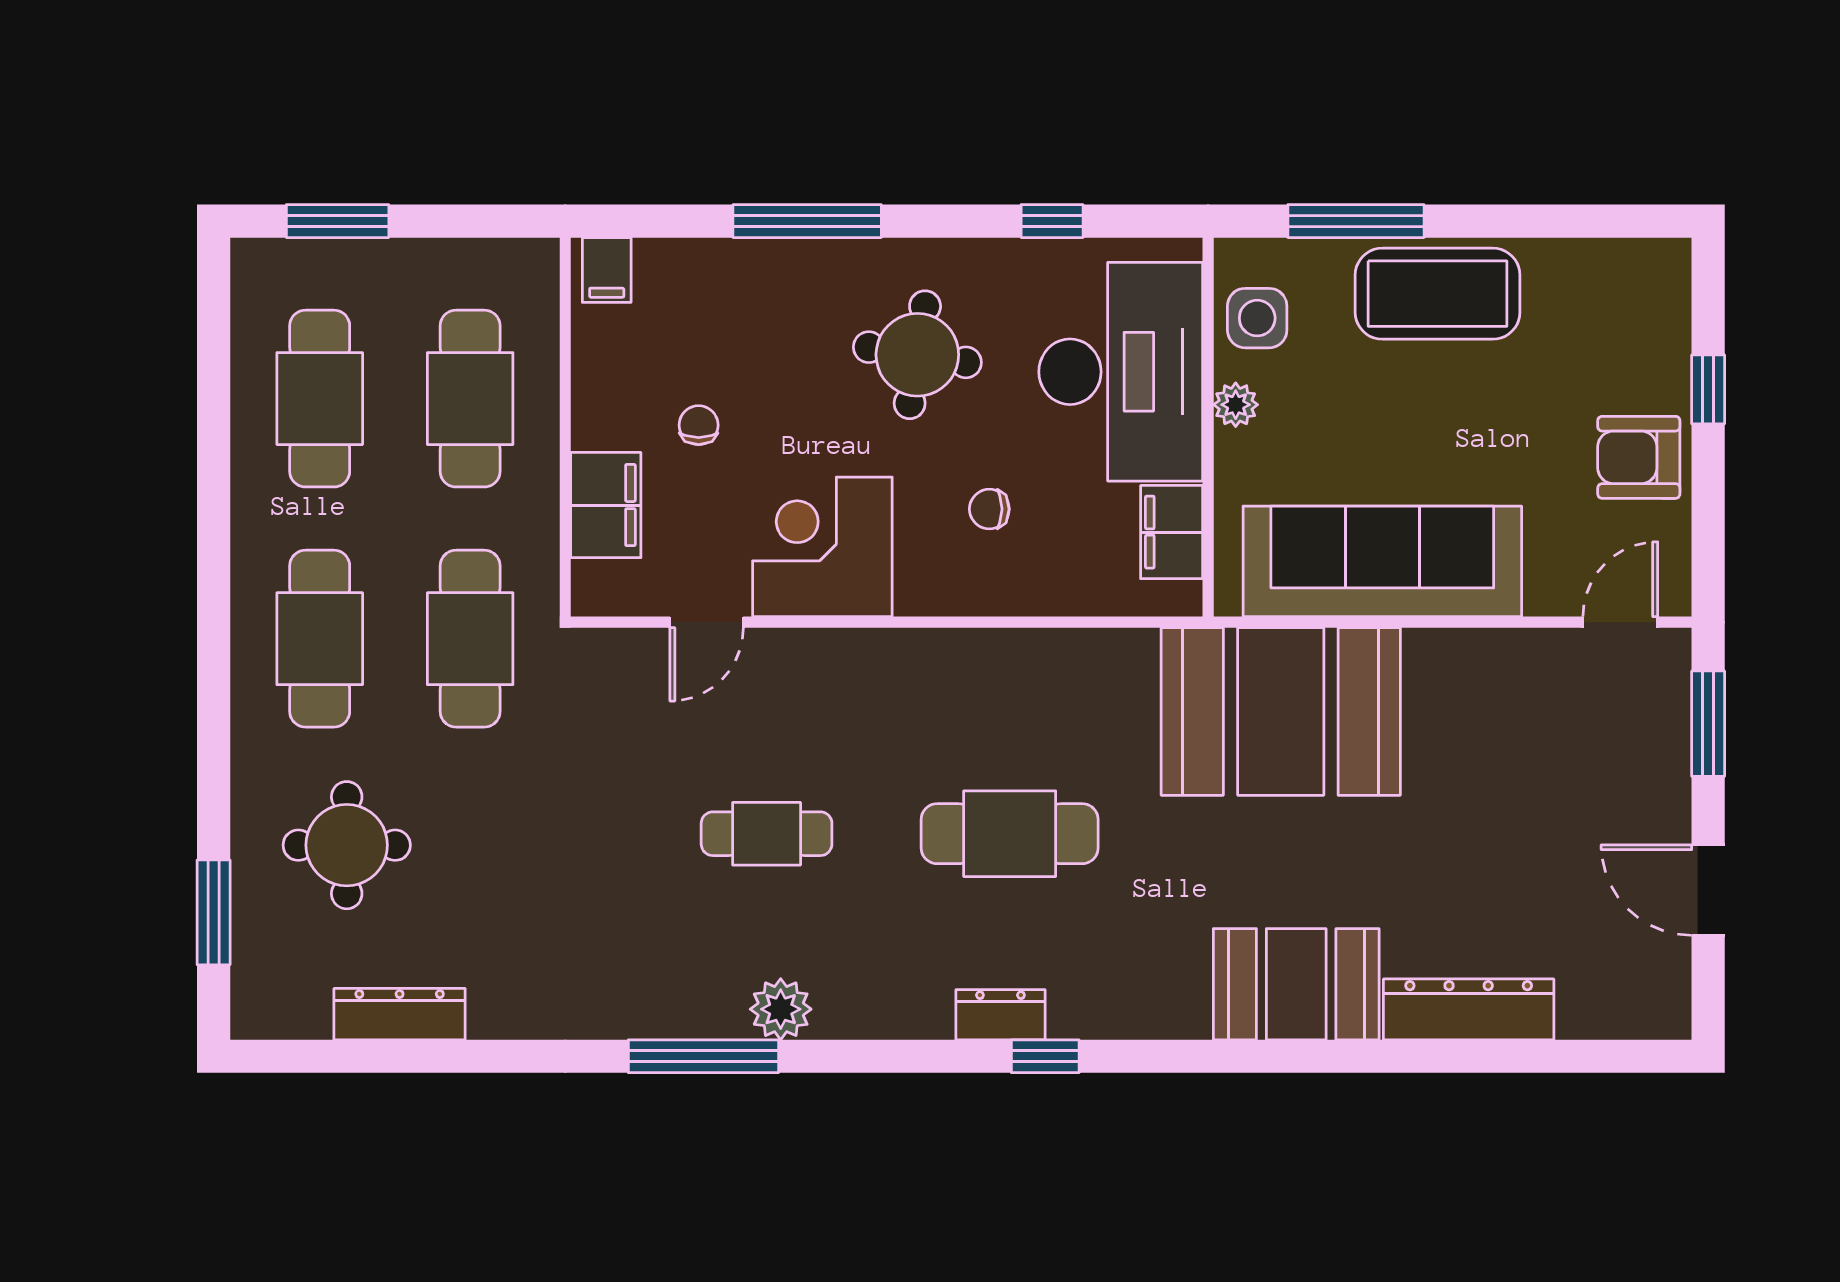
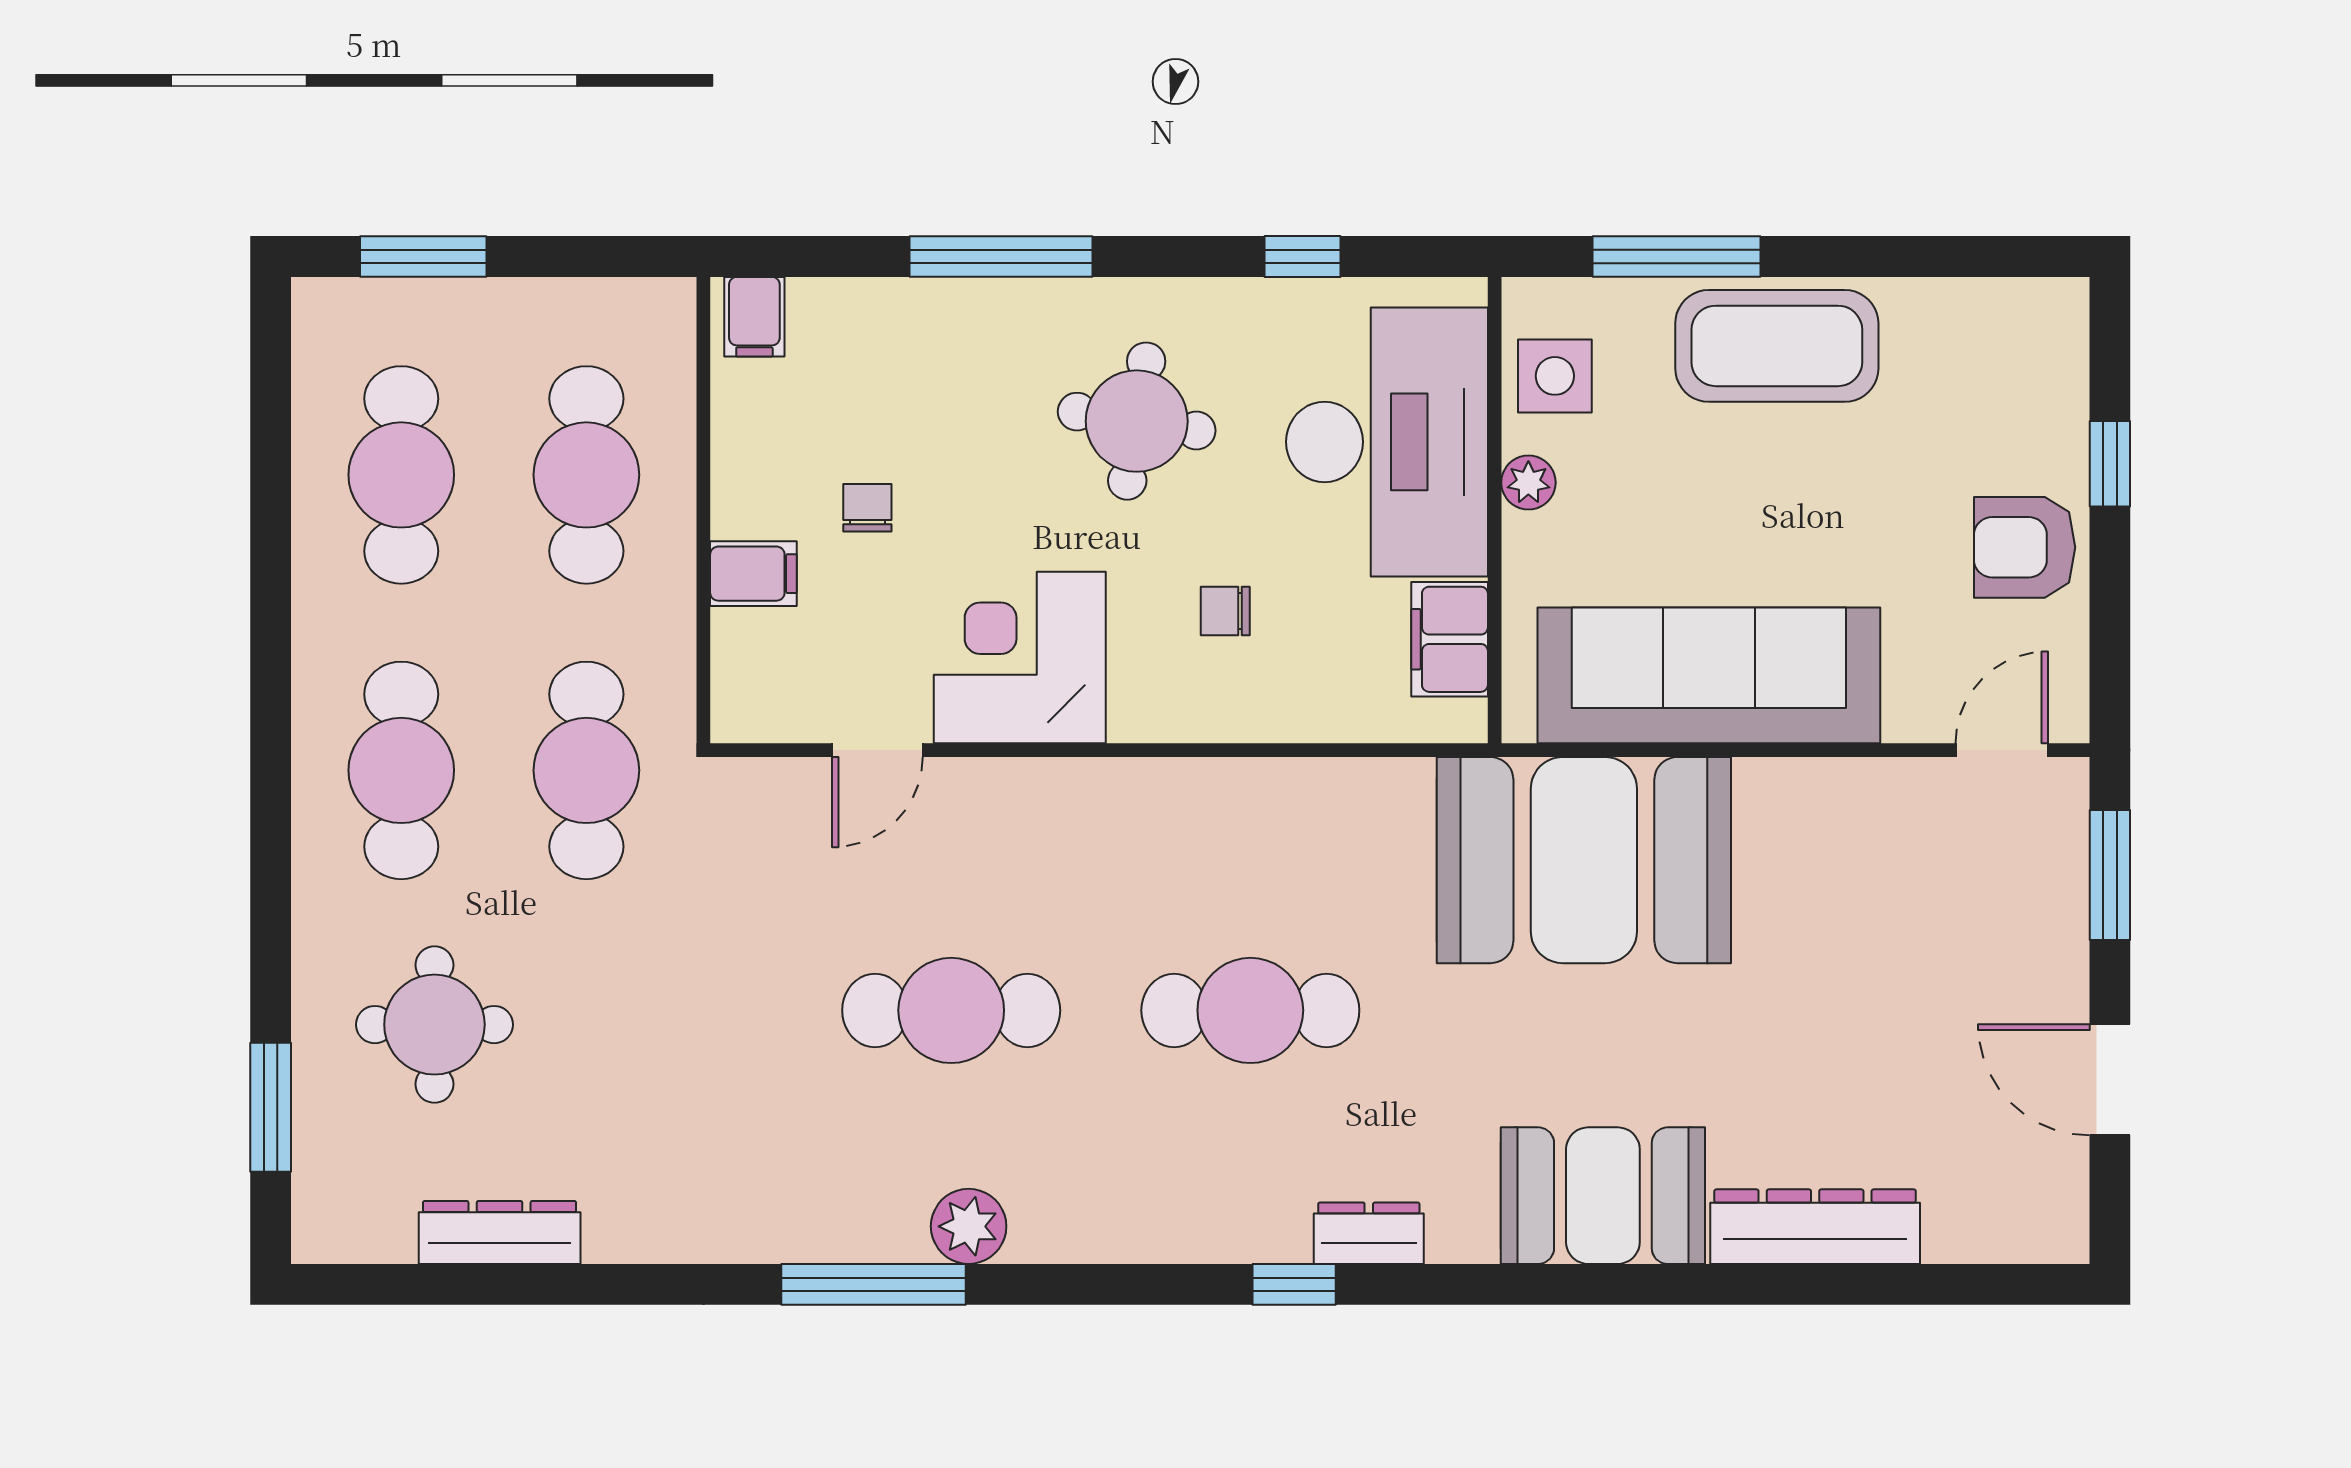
filing cabinet: (606, 505) -> (753, 574), width x0.50
cafe table: (767, 834) -> (951, 1010), width x1.37, depth x1.35
dresser: (1000, 1015) -> (1369, 1233), moved

